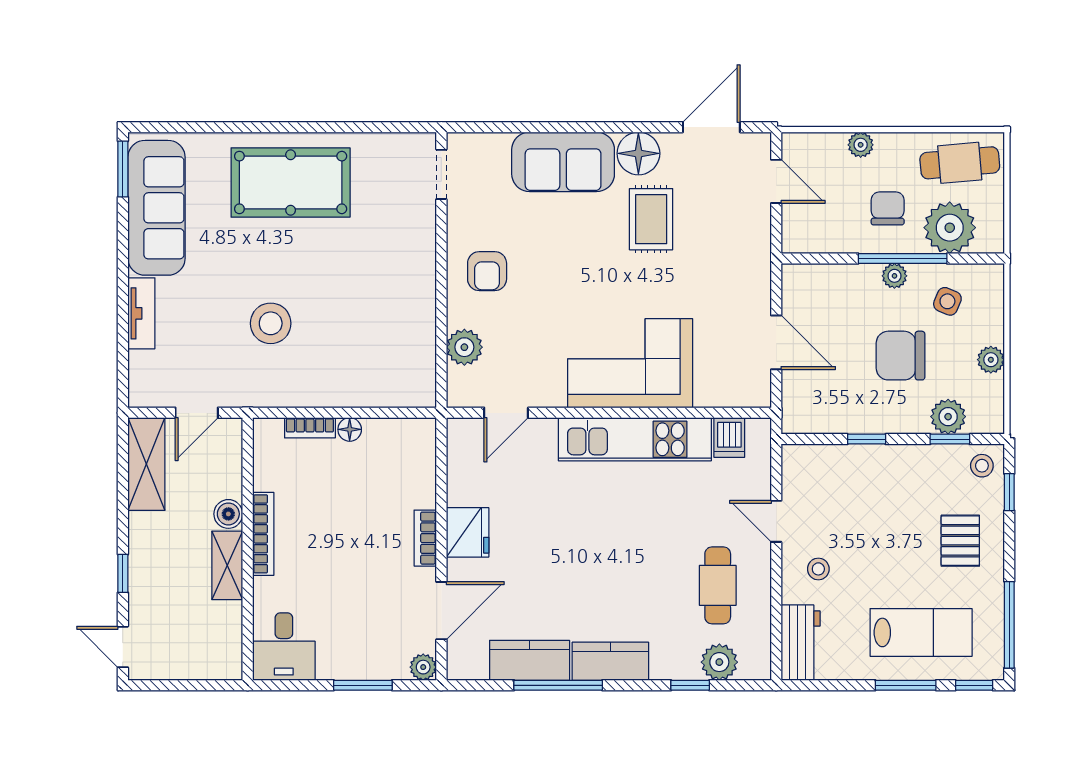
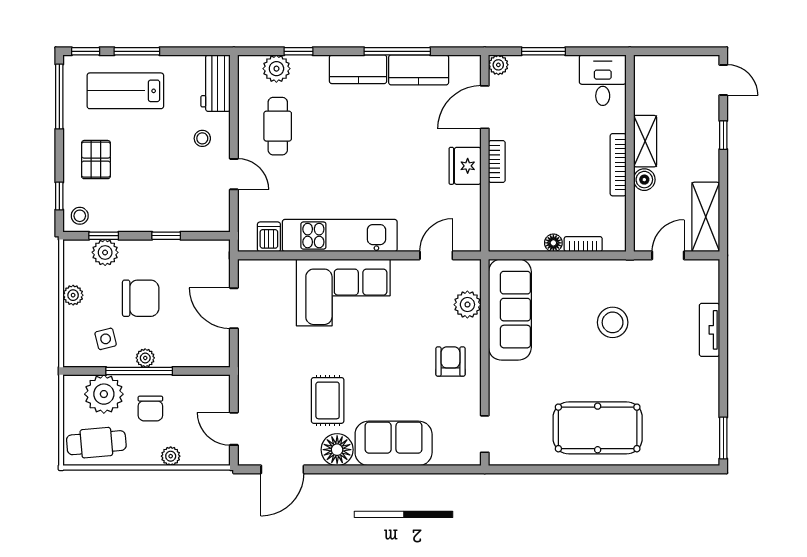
sofa: (156, 208) -> (510, 310), moved, turned 180
side table: (947, 301) -> (106, 339), turned -37

